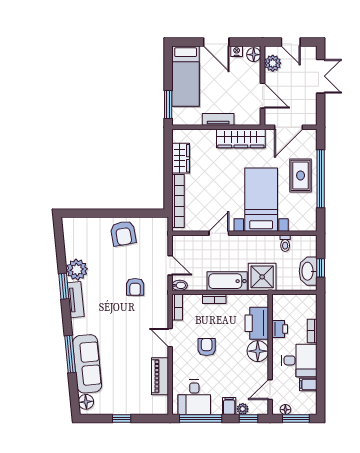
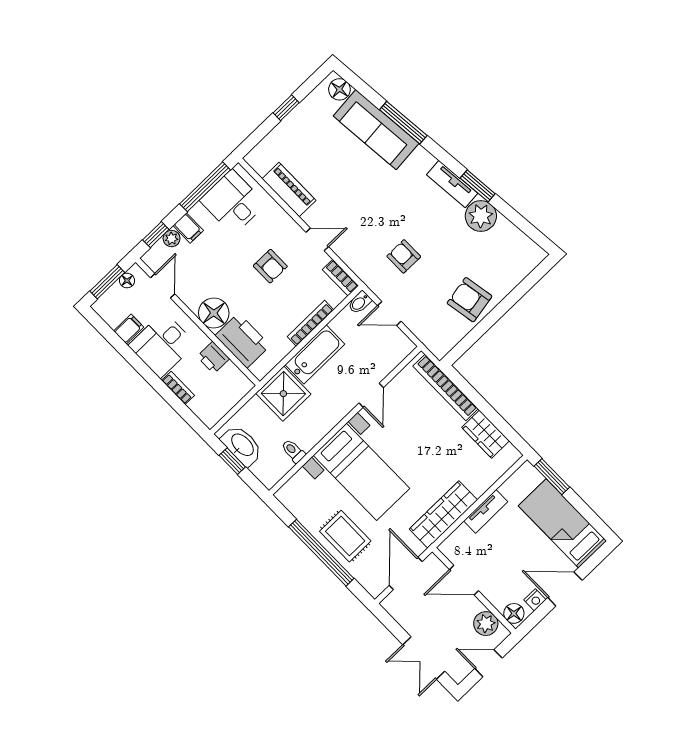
bookcase: (214, 299) -> (311, 323), width x1.56

